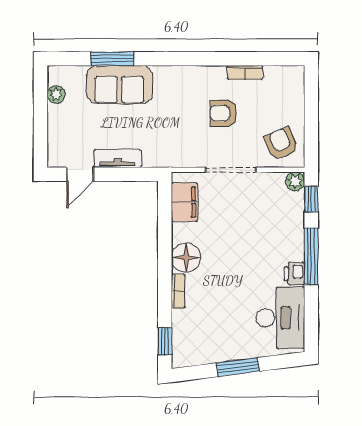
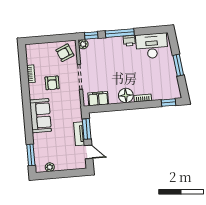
window: (112, 59) -> (31, 155), moved
sofa: (119, 85) -> (40, 116), moved
window: (126, 174) -> (87, 129), added

